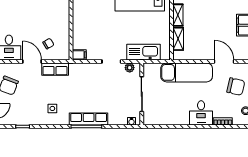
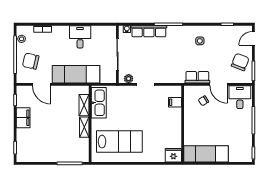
kitchen sink: (143, 52) -> (99, 103), moved, turned -90
filing cabinet: (79, 55) -> (175, 102), moved
desk: (201, 113) -> (80, 37), moved
row of seats: (89, 119) -> (149, 31), moved

